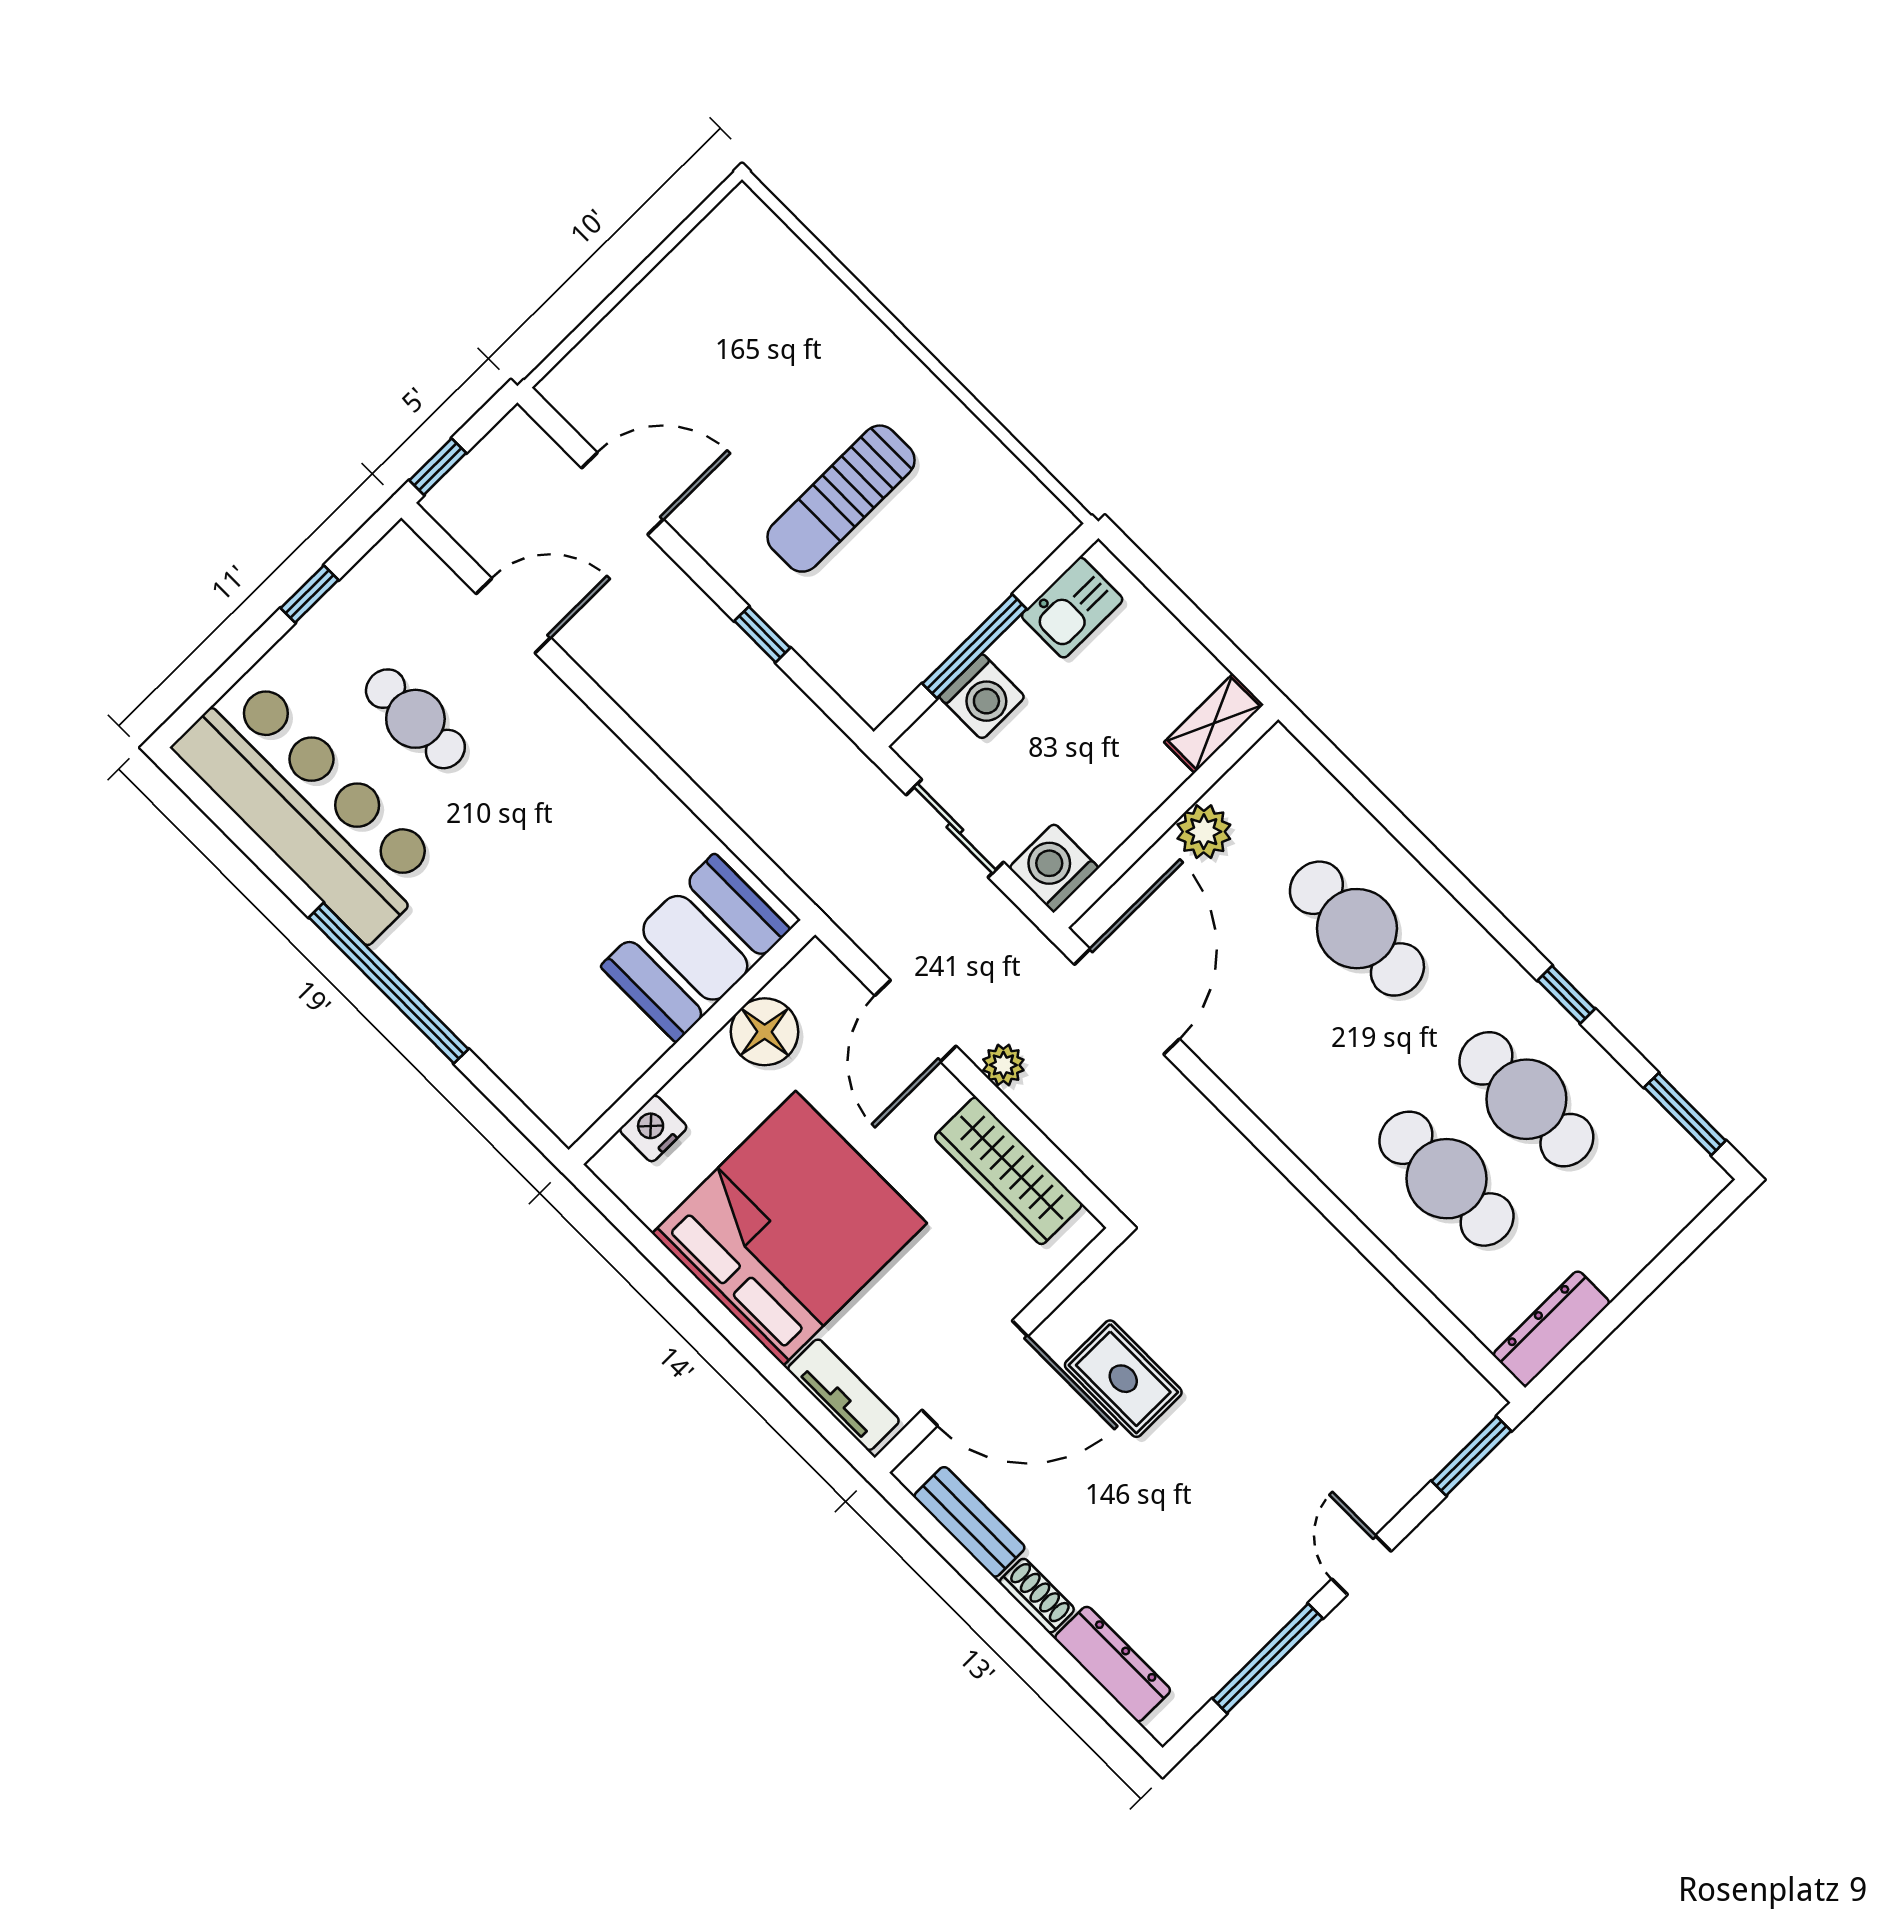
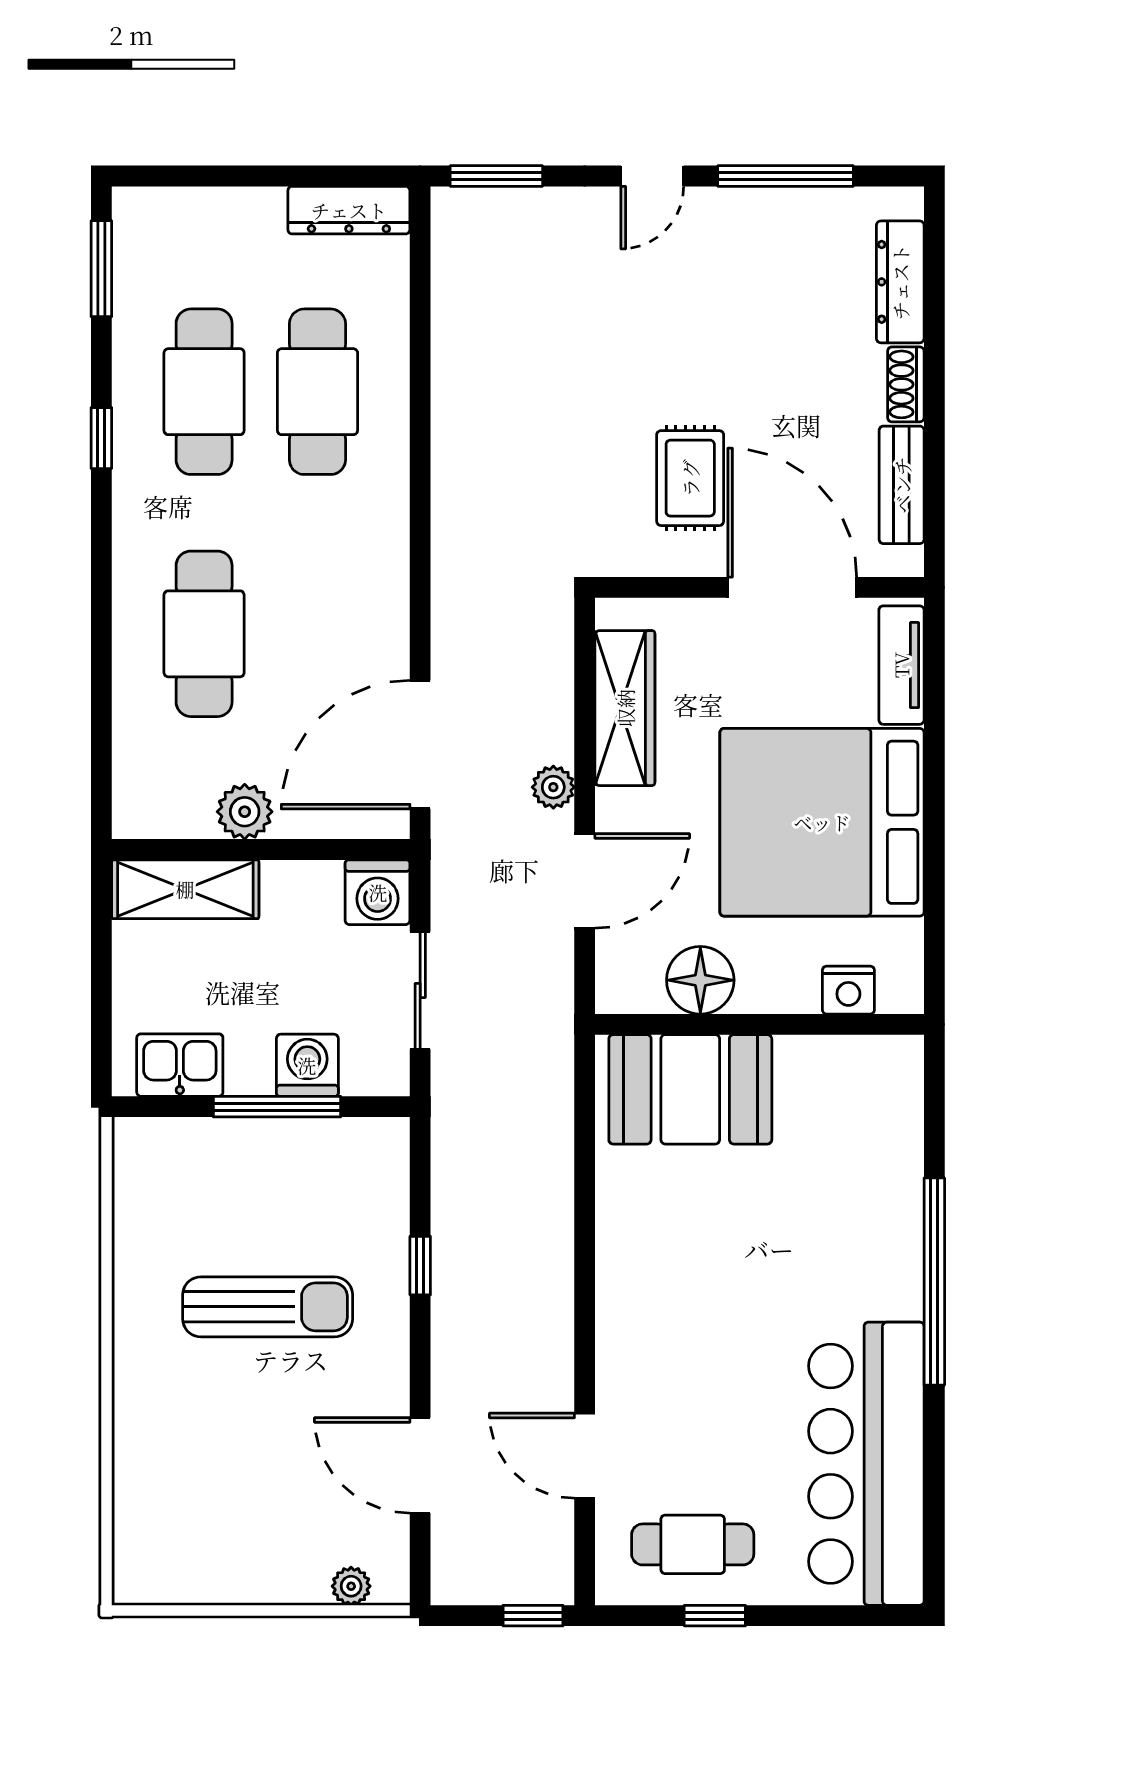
plant: (587, 360) -> (351, 1586), added
cafe table: (415, 719) -> (693, 1544), moved, turned 90
shelving: (1214, 723) -> (185, 889), width x1.50, depth x1.33

